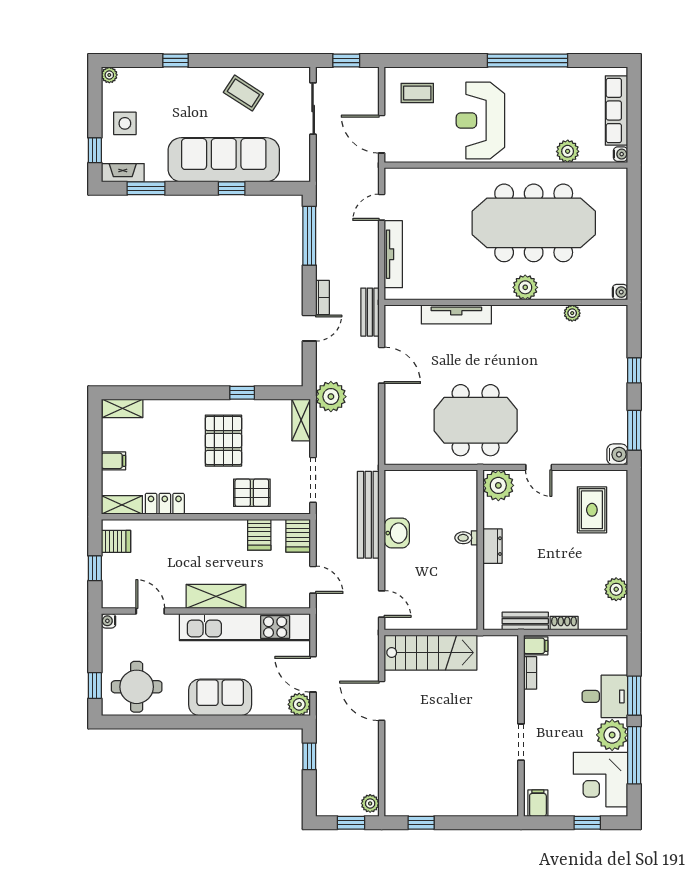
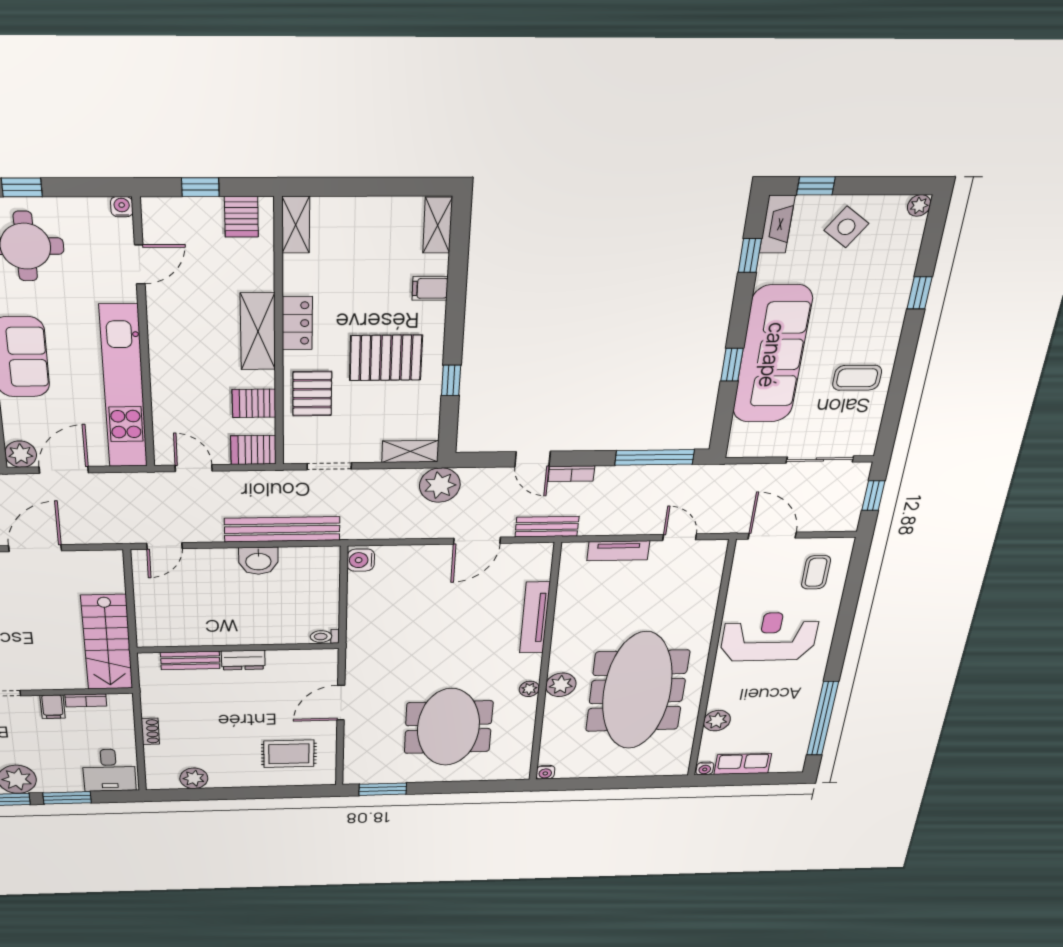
window: (528, 61) -> (823, 719), moved
coffee table: (243, 93) -> (857, 378), turned 57
row of seats: (617, 110) -> (743, 764), width x0.68
side table: (125, 123) -> (846, 227), turned 36
door: (382, 134) -> (772, 536), hinge flipped
window: (146, 188) -> (750, 255), width x0.67
tv unit: (393, 254) -> (618, 551), width x0.71
plant: (572, 313) -> (529, 689), moved
window: (634, 370) -> (453, 787), removed
meeting table: (476, 420) -> (448, 727), moved
water cooler: (617, 454) -> (361, 560), moved, turned 90
filing cabinet: (113, 461) -> (430, 288), moved, turned 90
door: (539, 467) -> (341, 703), width x1.37
doorway: (313, 480) -> (329, 466), width x0.73
plant: (498, 485) -> (319, 664), removed
locker: (165, 504) -> (297, 323), moved
toilet: (466, 538) -> (325, 636), moved, turned -90
door: (313, 580) -> (194, 468), swing flipped
shelving: (216, 596) -> (258, 331), moved
bench: (525, 621) -> (190, 660), moved, turned 90
filing cabinet: (536, 646) -> (53, 707), moved
stairs: (431, 653) -> (107, 642), moved
desk: (605, 696) -> (109, 770), moved

